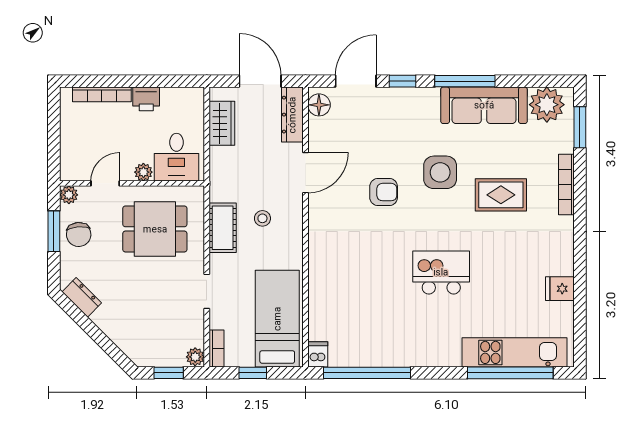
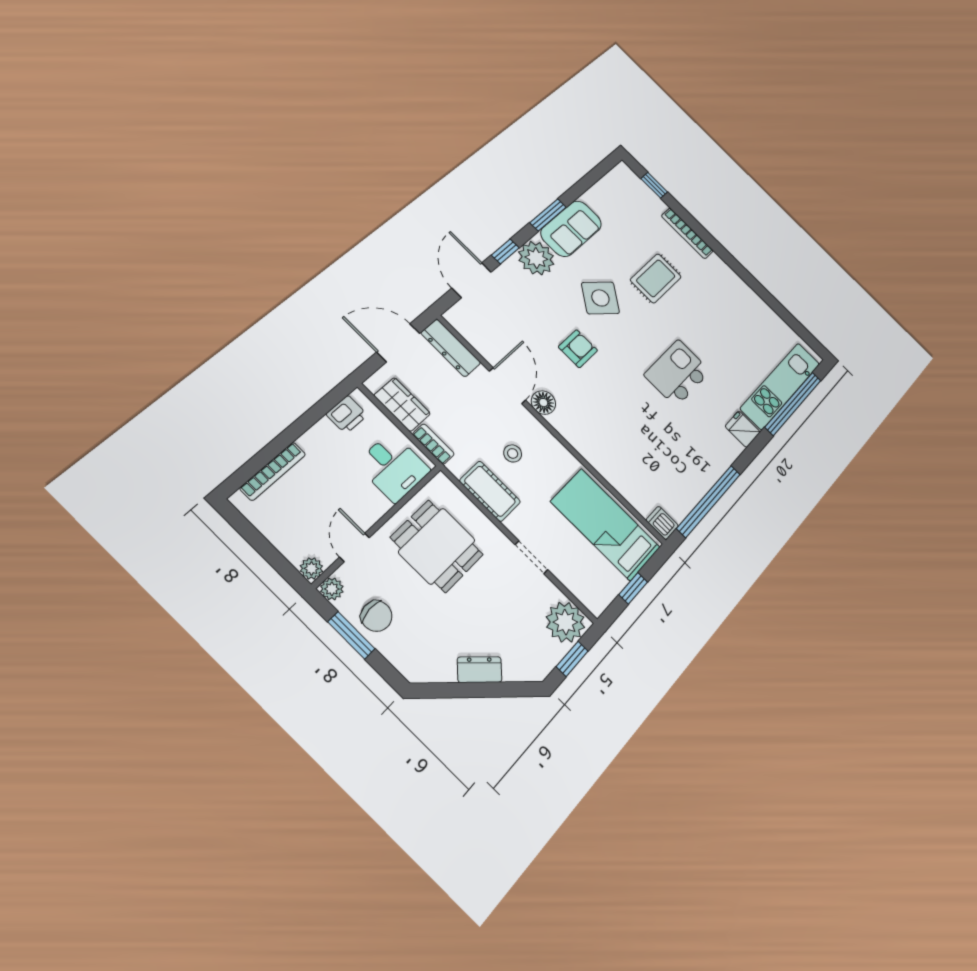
window: (465, 81) -> (548, 215), width x0.69
printer: (146, 99) -> (347, 415), moved
floor lamp: (319, 105) -> (543, 403), moved
sofa: (484, 105) -> (571, 229), width x0.73
plant: (547, 105) -> (536, 258), moved
window: (580, 127) -> (654, 185), width x0.67
plant: (143, 172) -> (311, 568), moved
side table: (440, 172) -> (600, 298), turned 38
dining table: (155, 229) -> (437, 546), turned 90
fridge: (560, 289) -> (743, 429), moved, turned 90
dresser: (82, 297) -> (480, 670), moved
bookcase: (216, 349) -> (433, 444), moved
plant: (195, 357) -> (565, 622), width x1.87, depth x1.87

